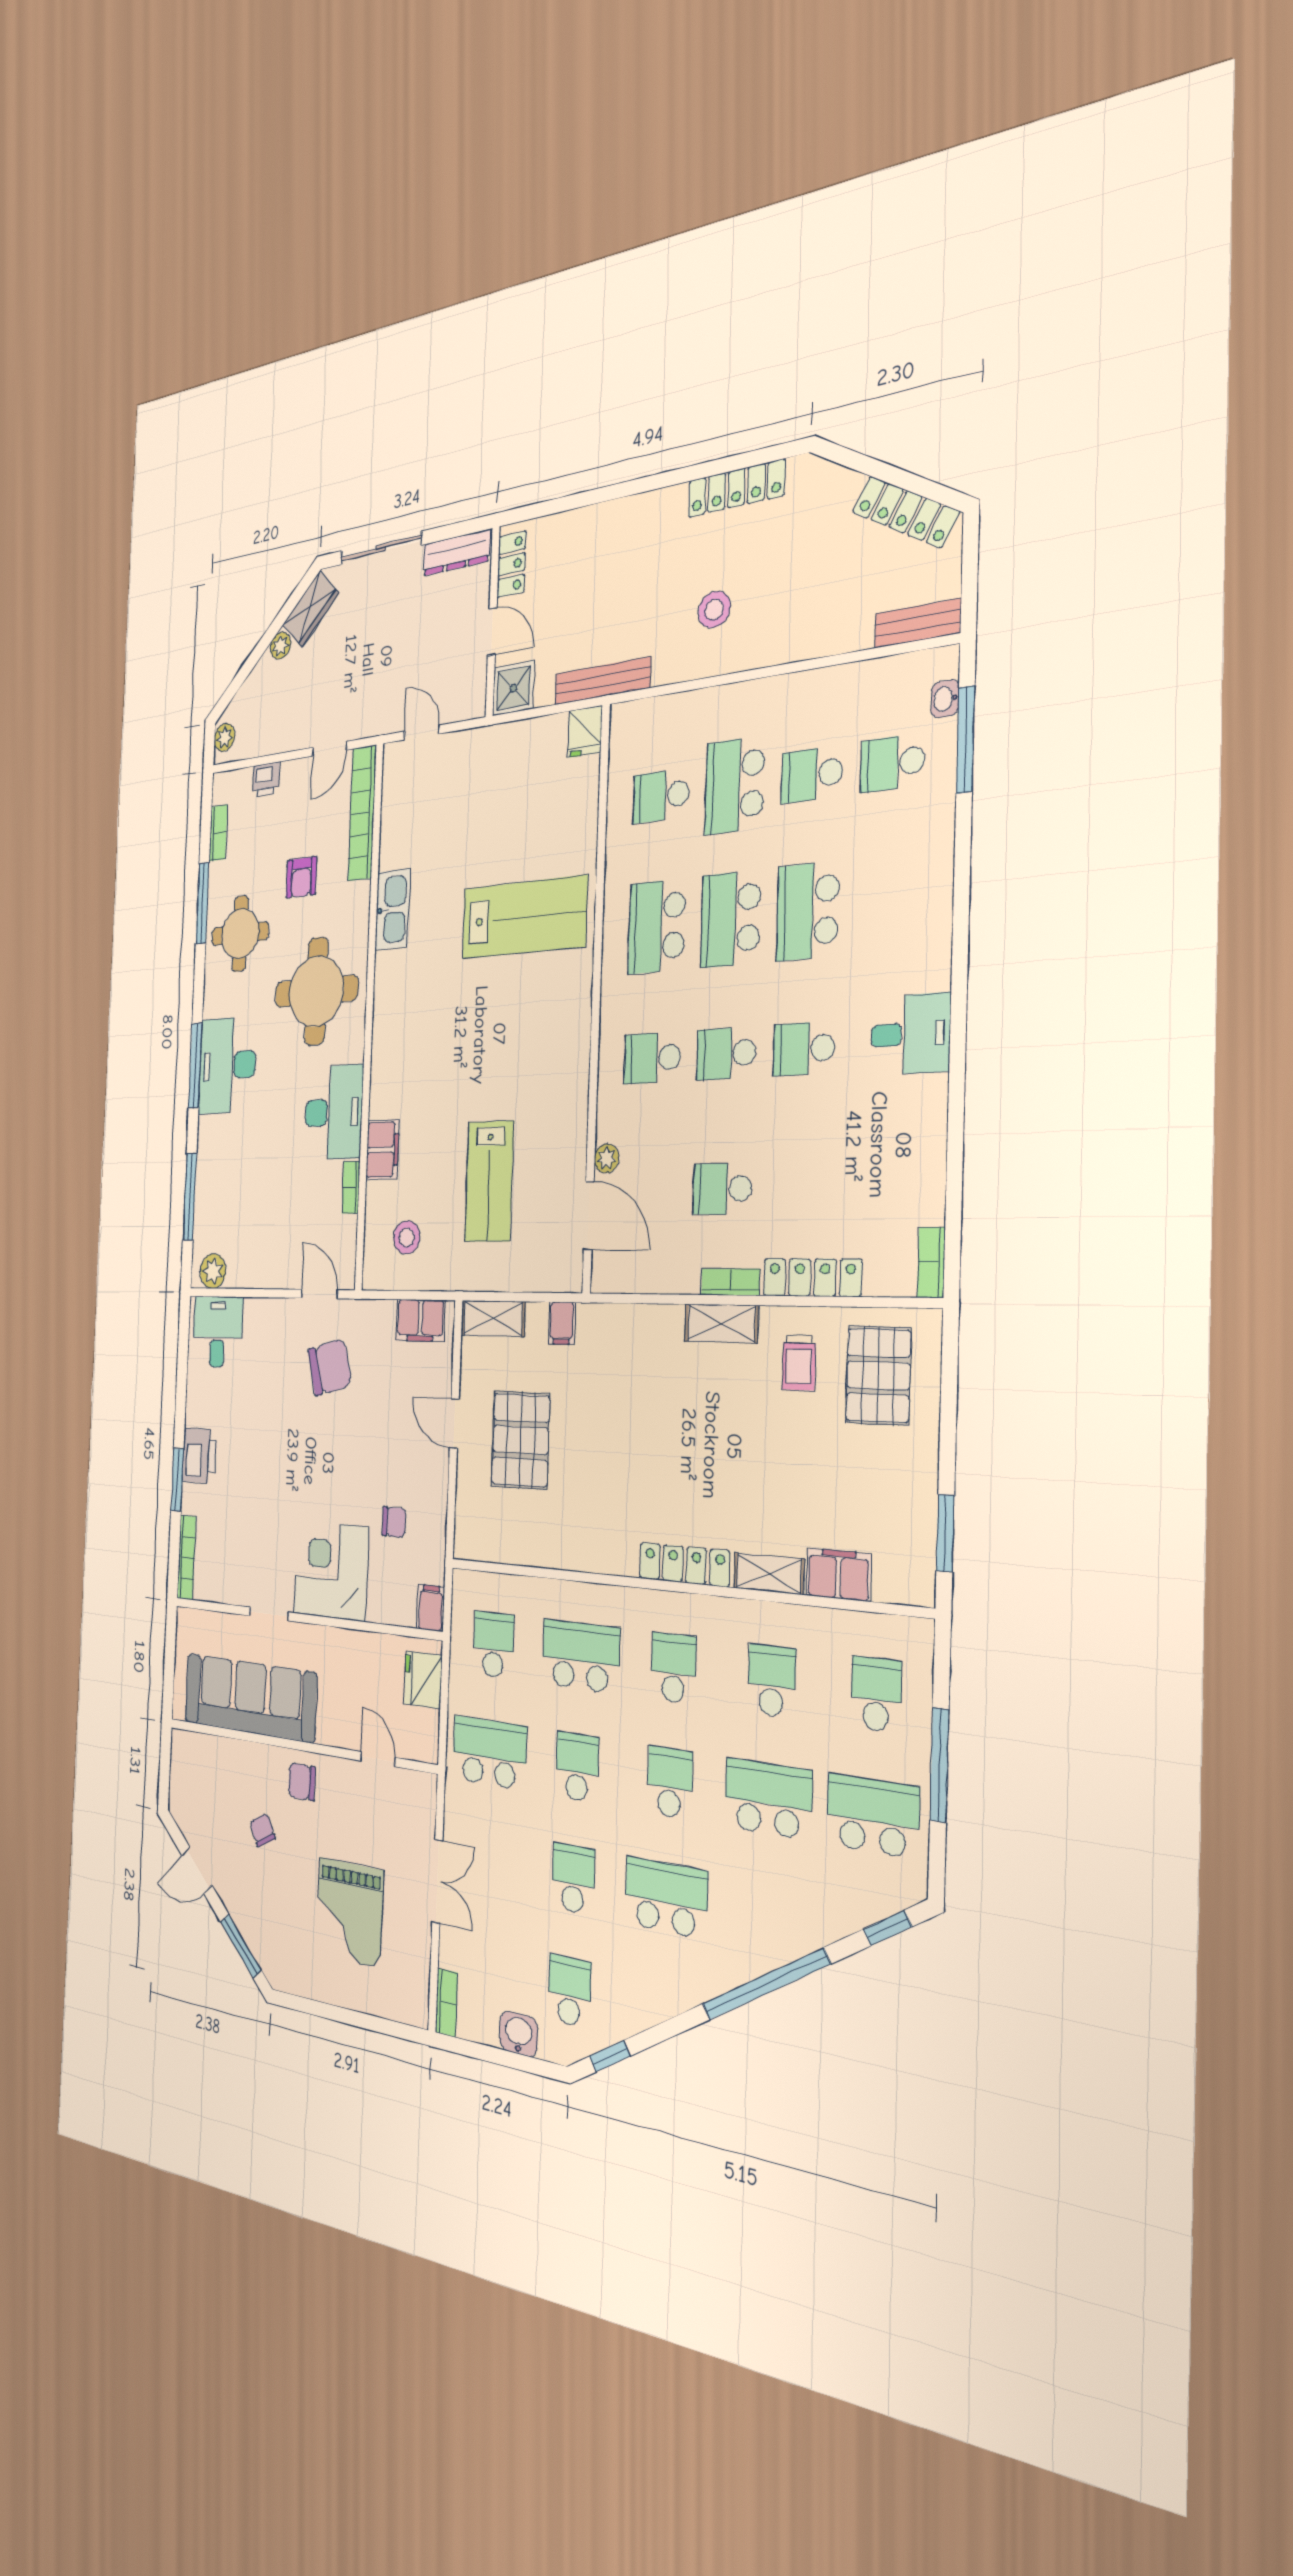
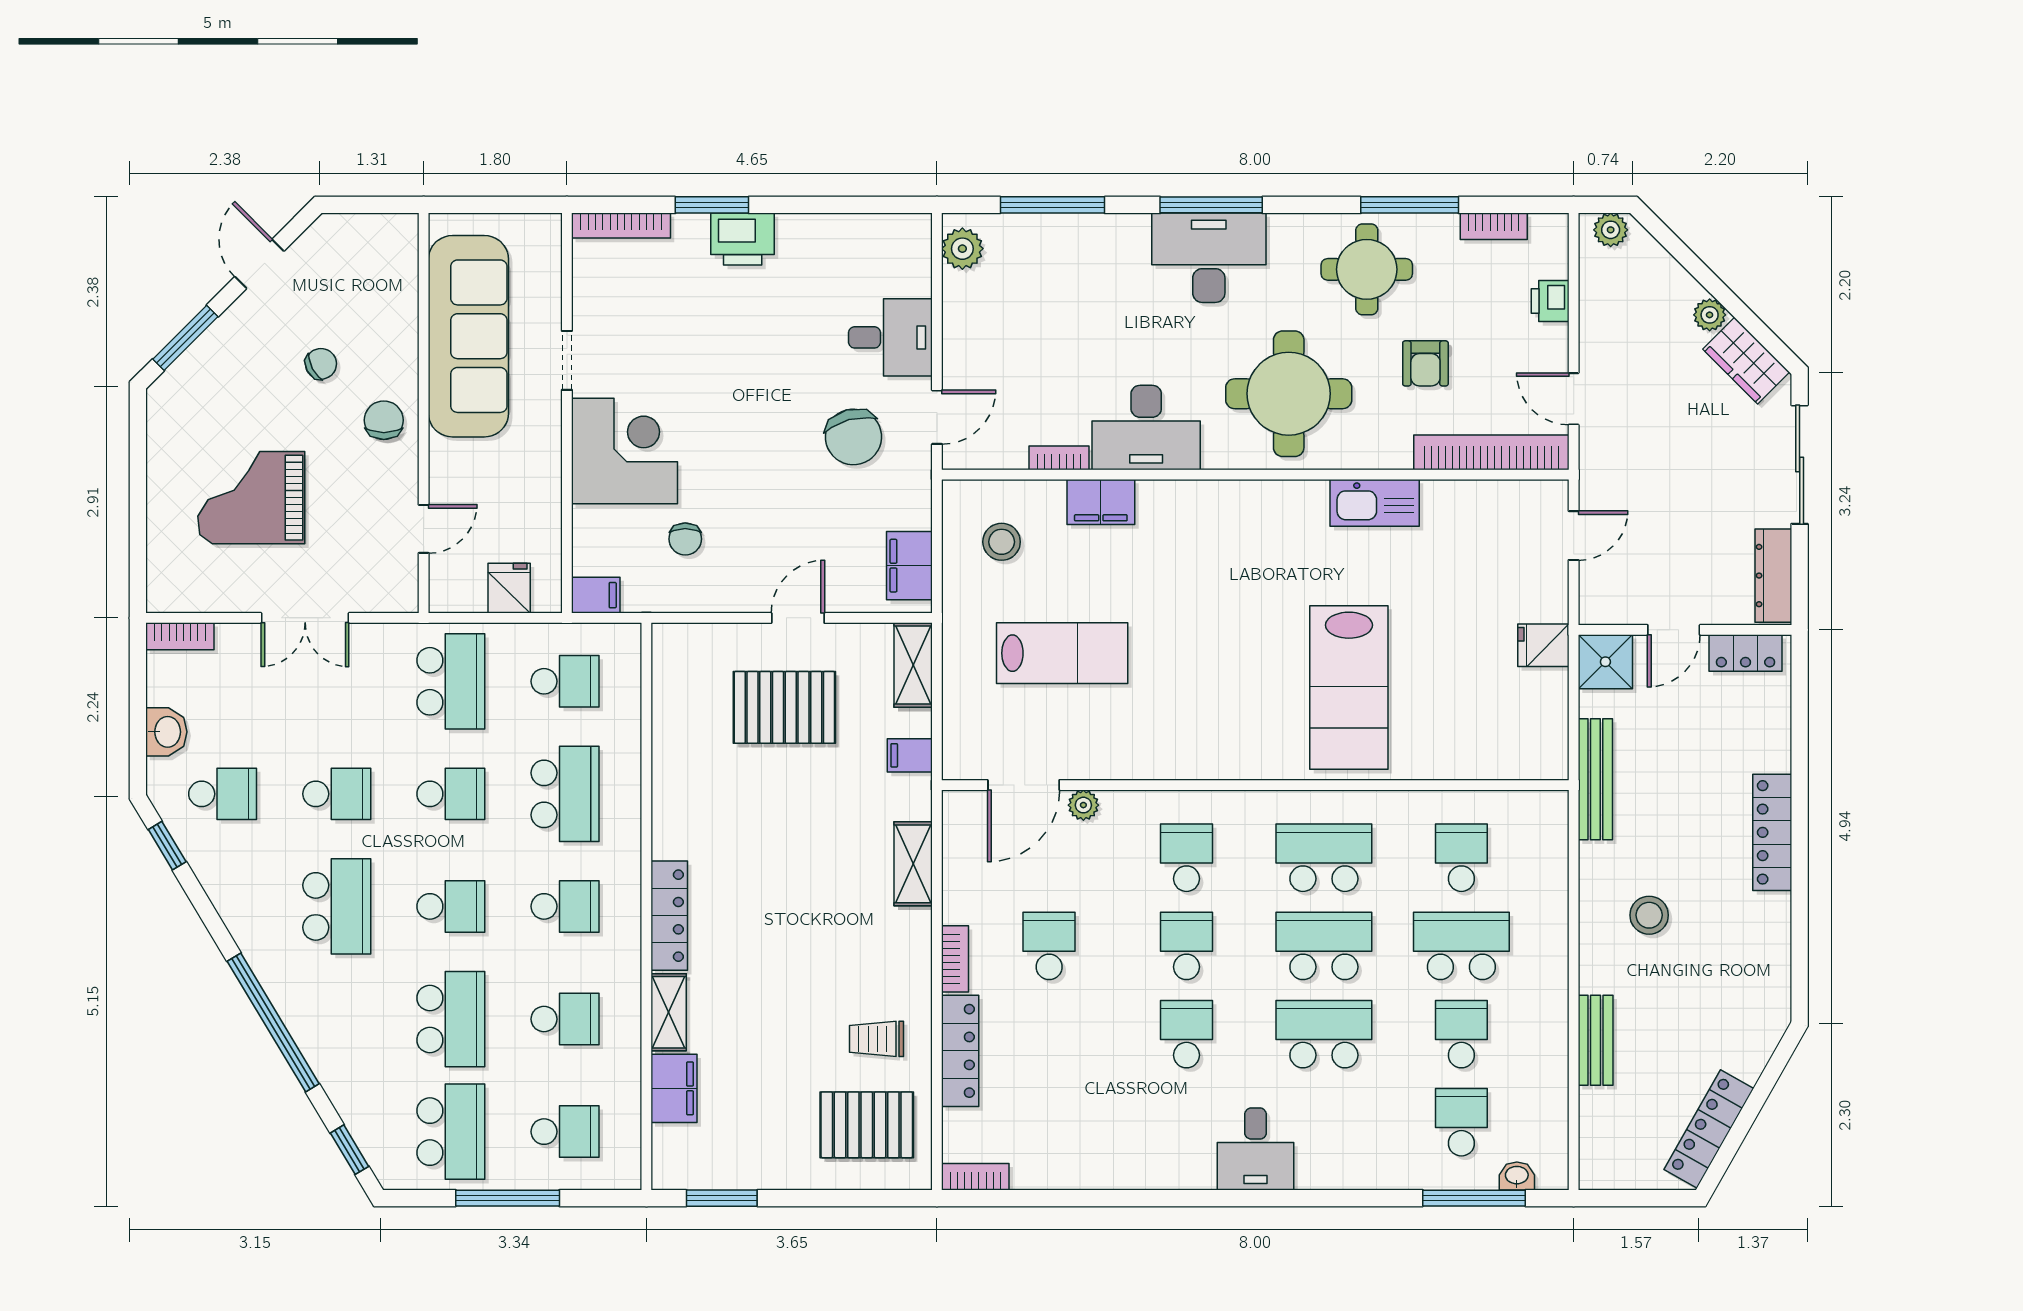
locker: (736, 488) -> (1772, 832), moved
bench: (918, 623) -> (1596, 1040), moved
fridge: (585, 732) -> (1543, 645), moved
armchair: (301, 877) -> (1425, 363), turned -90
desk: (910, 1034) -> (1256, 1149), moved
lab bench: (489, 1181) -> (1062, 653), turned 180
shelving: (721, 1323) -> (913, 864), moved
desk: (218, 1332) -> (890, 337), moved
fridge: (423, 1680) -> (509, 588), width x0.72

